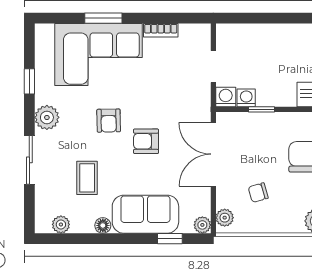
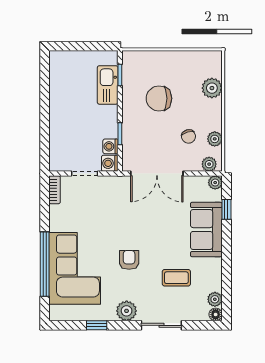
window: (103, 18) -> (45, 264), width x2.11
bookcase: (161, 30) -> (55, 190), moved
armchair: (109, 121) -> (129, 260), turned -89
armchair: (146, 141) -> (146, 229), removed
plant: (255, 224) -> (215, 139), added
floor lamp: (103, 225) -> (216, 314), moved

